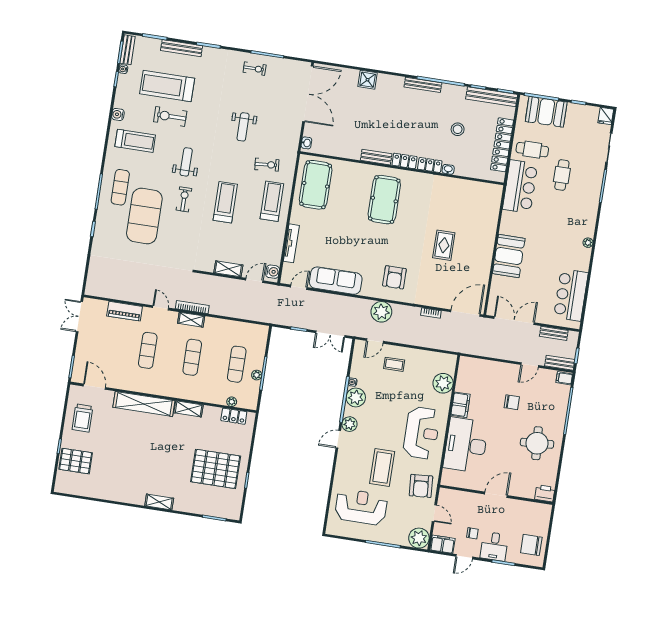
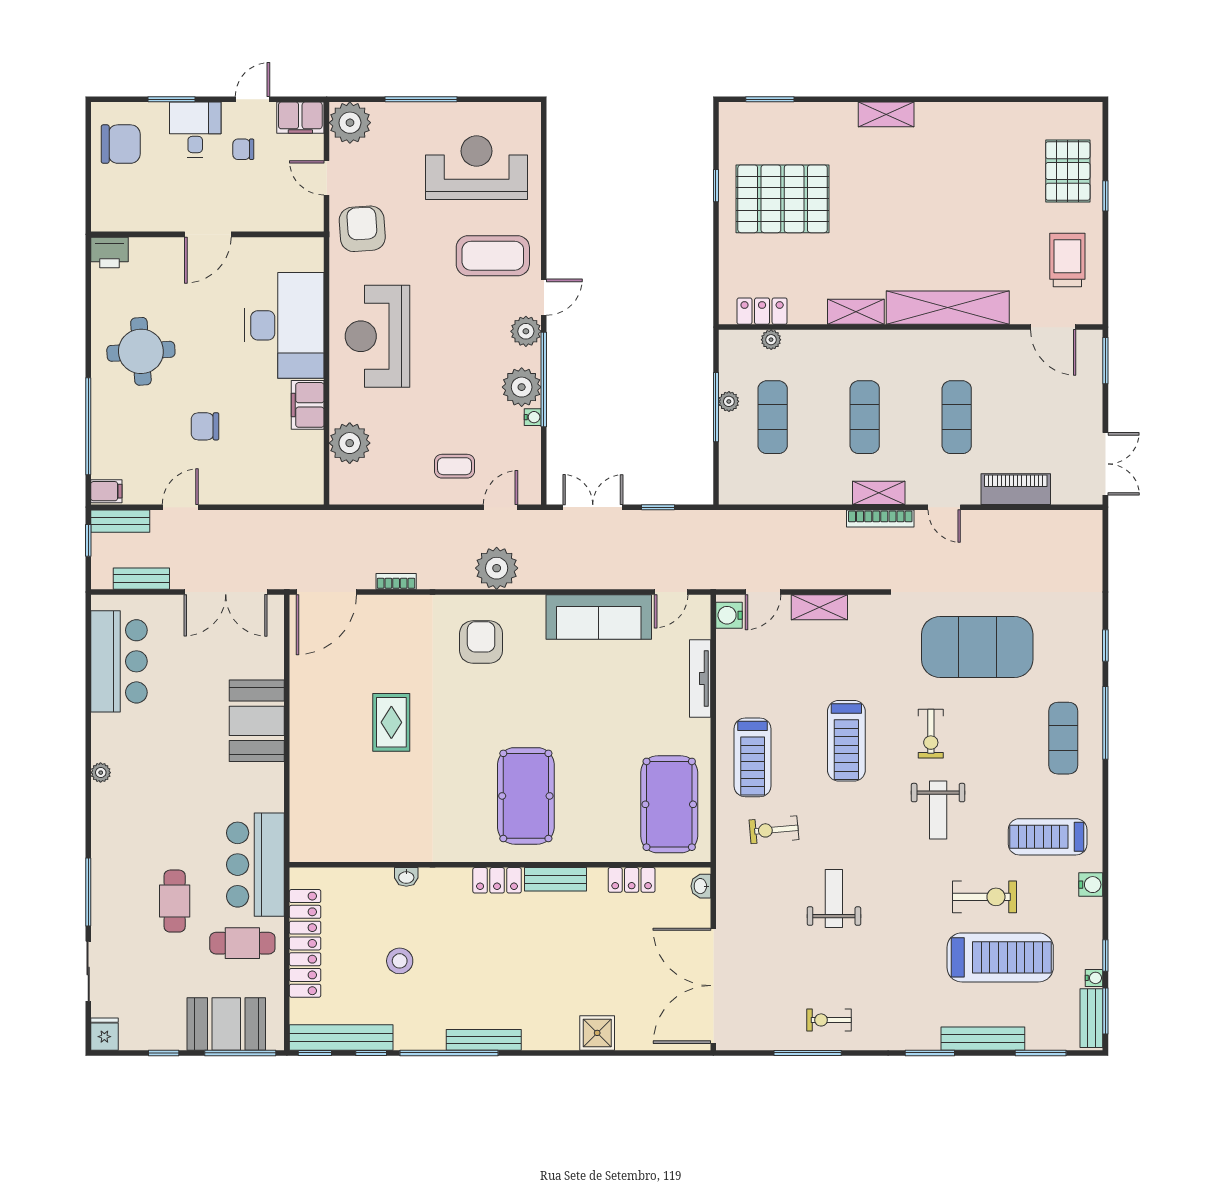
locker: (430, 165) -> (632, 880), moved
exercise mat: (144, 216) -> (977, 647), moved, turned 90
pallet: (76, 461) -> (1068, 171), turned 90
coffee table: (382, 468) -> (493, 256), moved, turned 90
reception desk: (361, 507) -> (477, 168), turned 180

